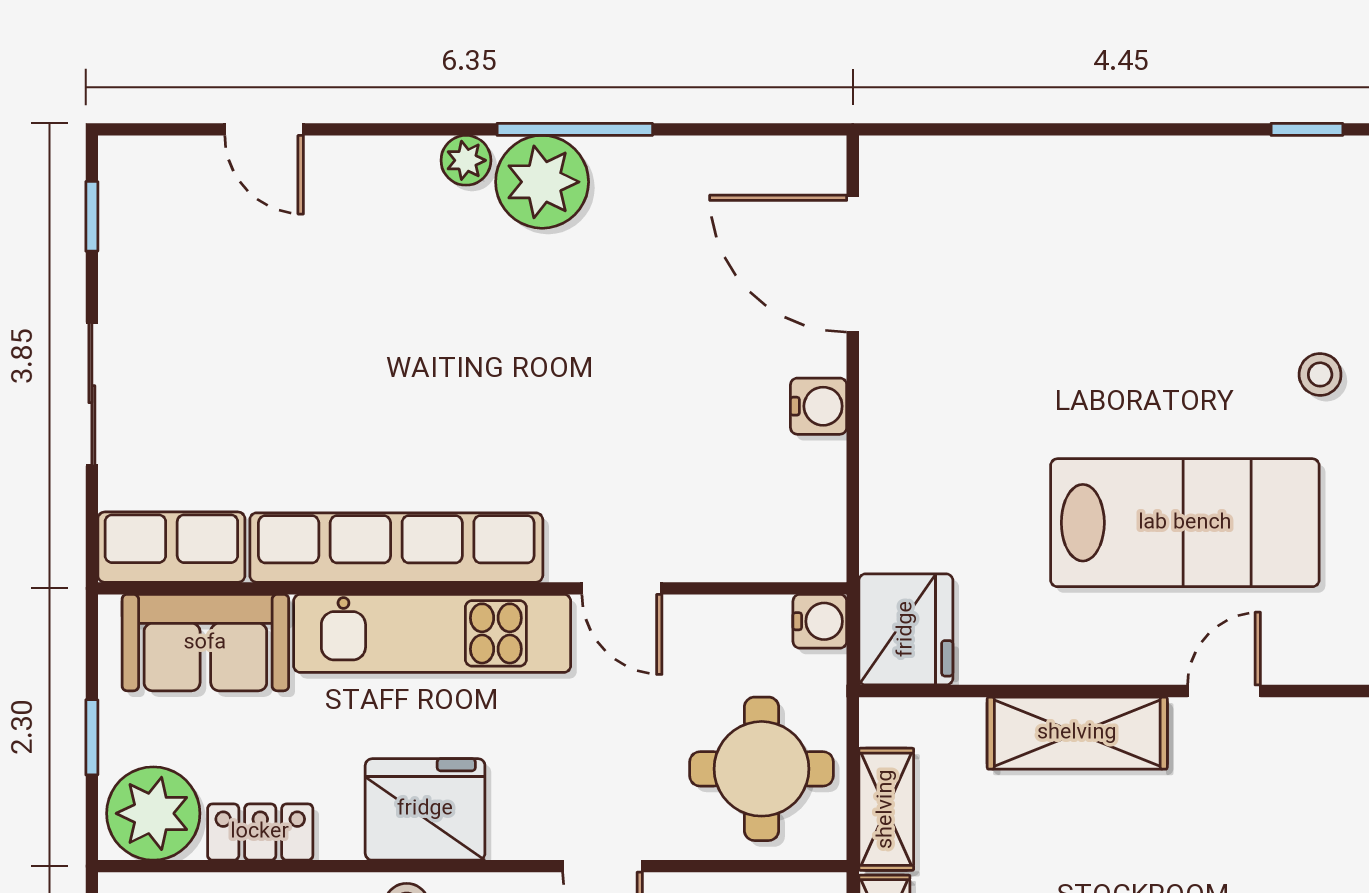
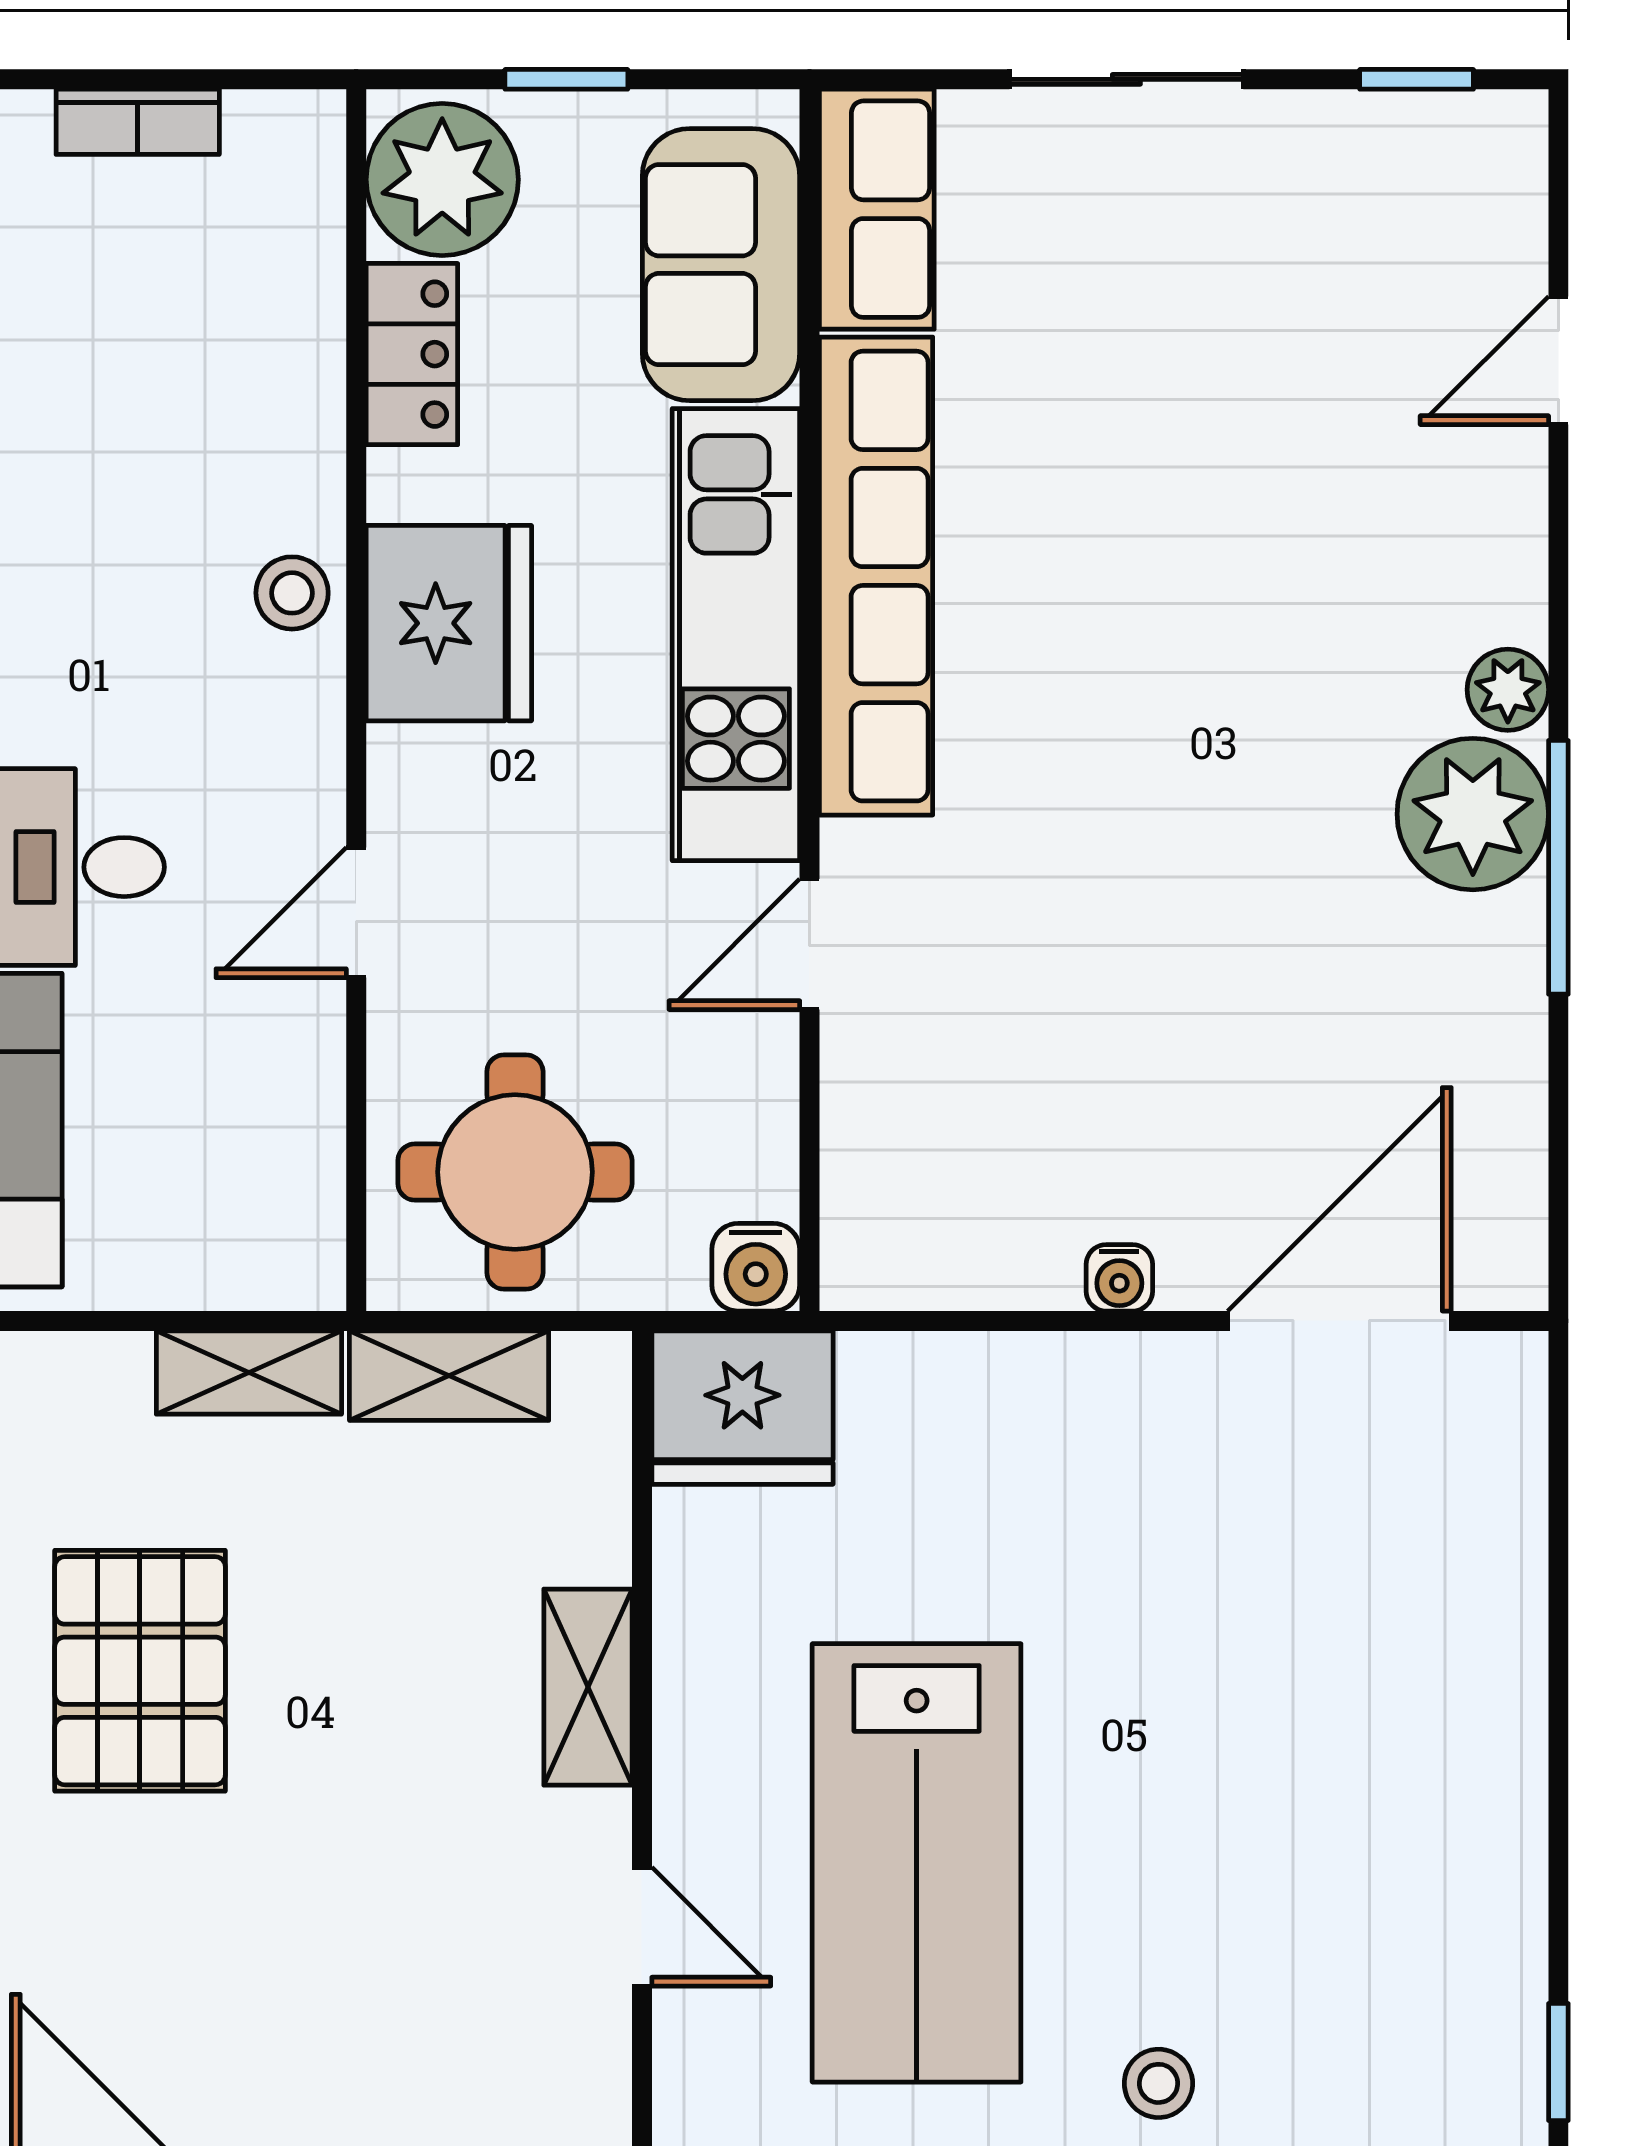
water cooler: (819, 406) -> (1119, 1278), width x0.72, depth x0.72
shelving: (1077, 733) -> (588, 1687), width x0.67, depth x0.75

